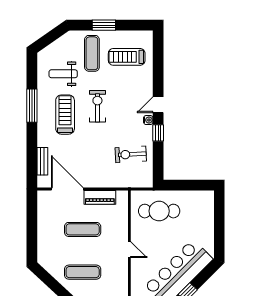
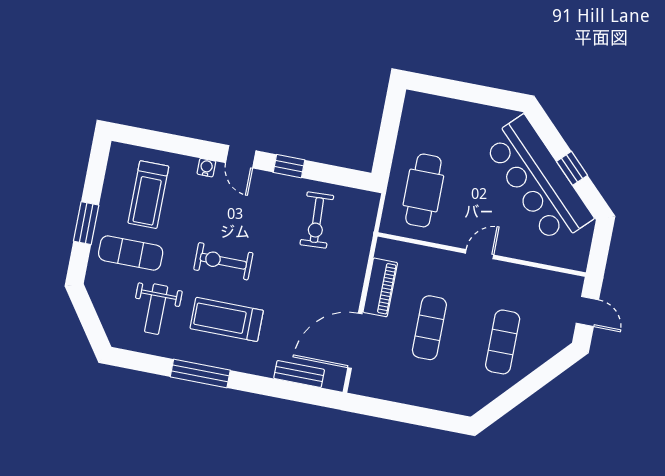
water cooler: (148, 120) -> (206, 168), moved

